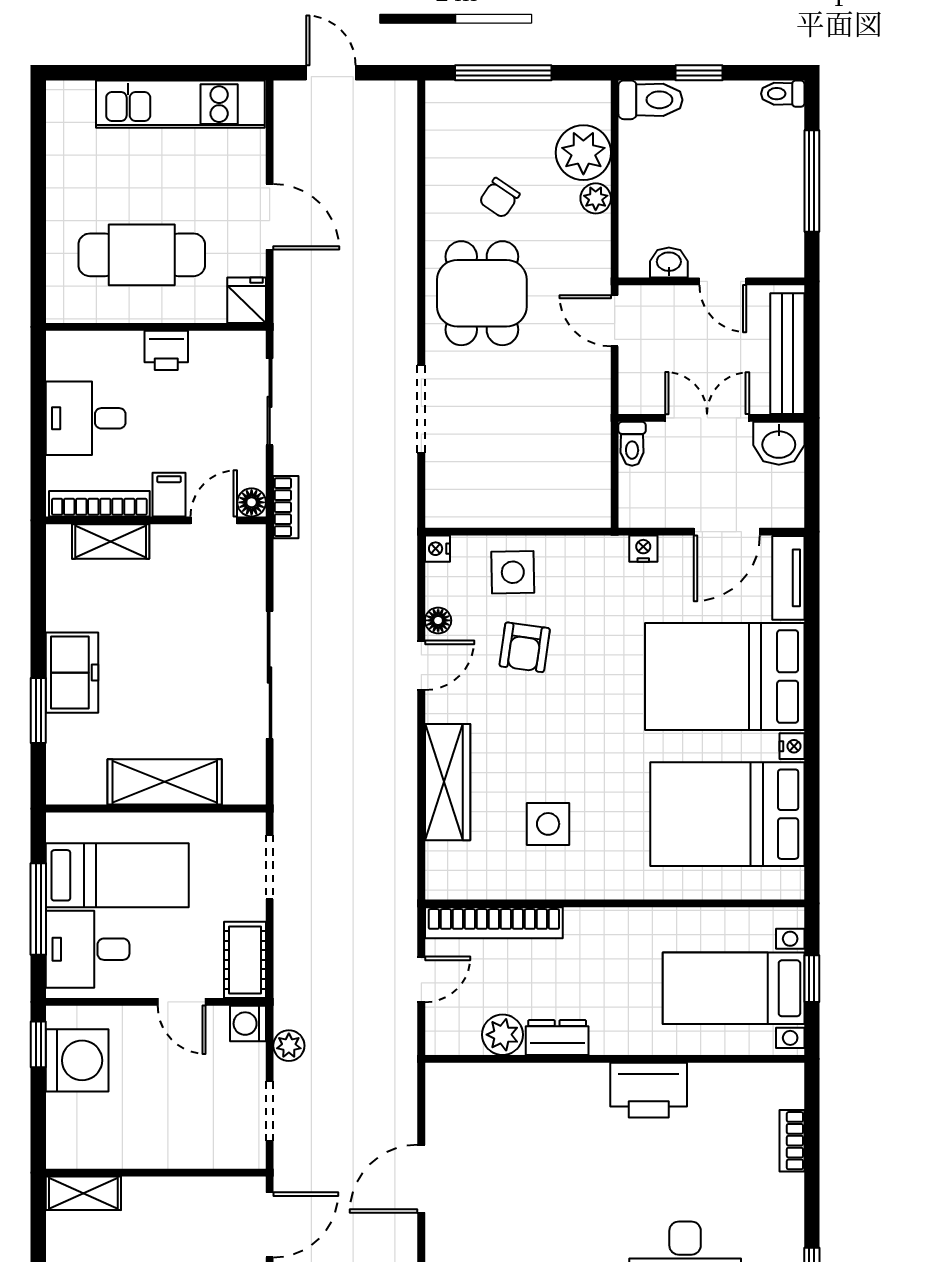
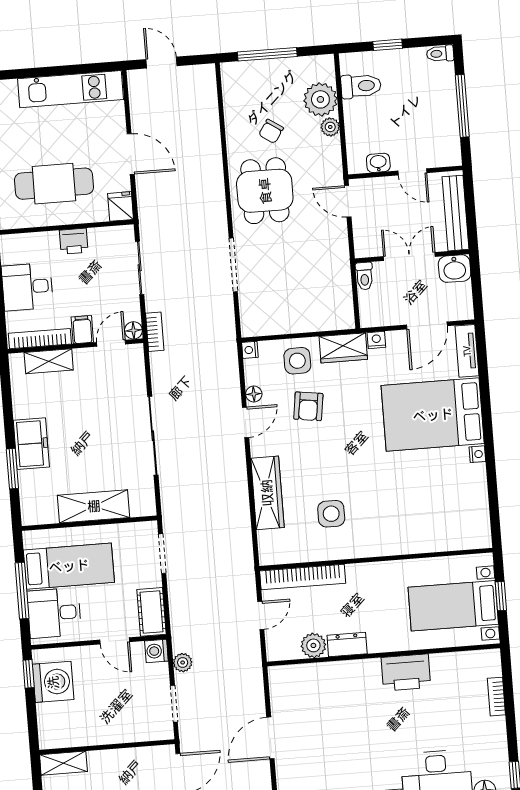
toilet: (650, 100) -> (361, 86), moved
wardrobe: (589, 557) -> (343, 348), added
bed: (727, 814) -> (441, 499), removed

